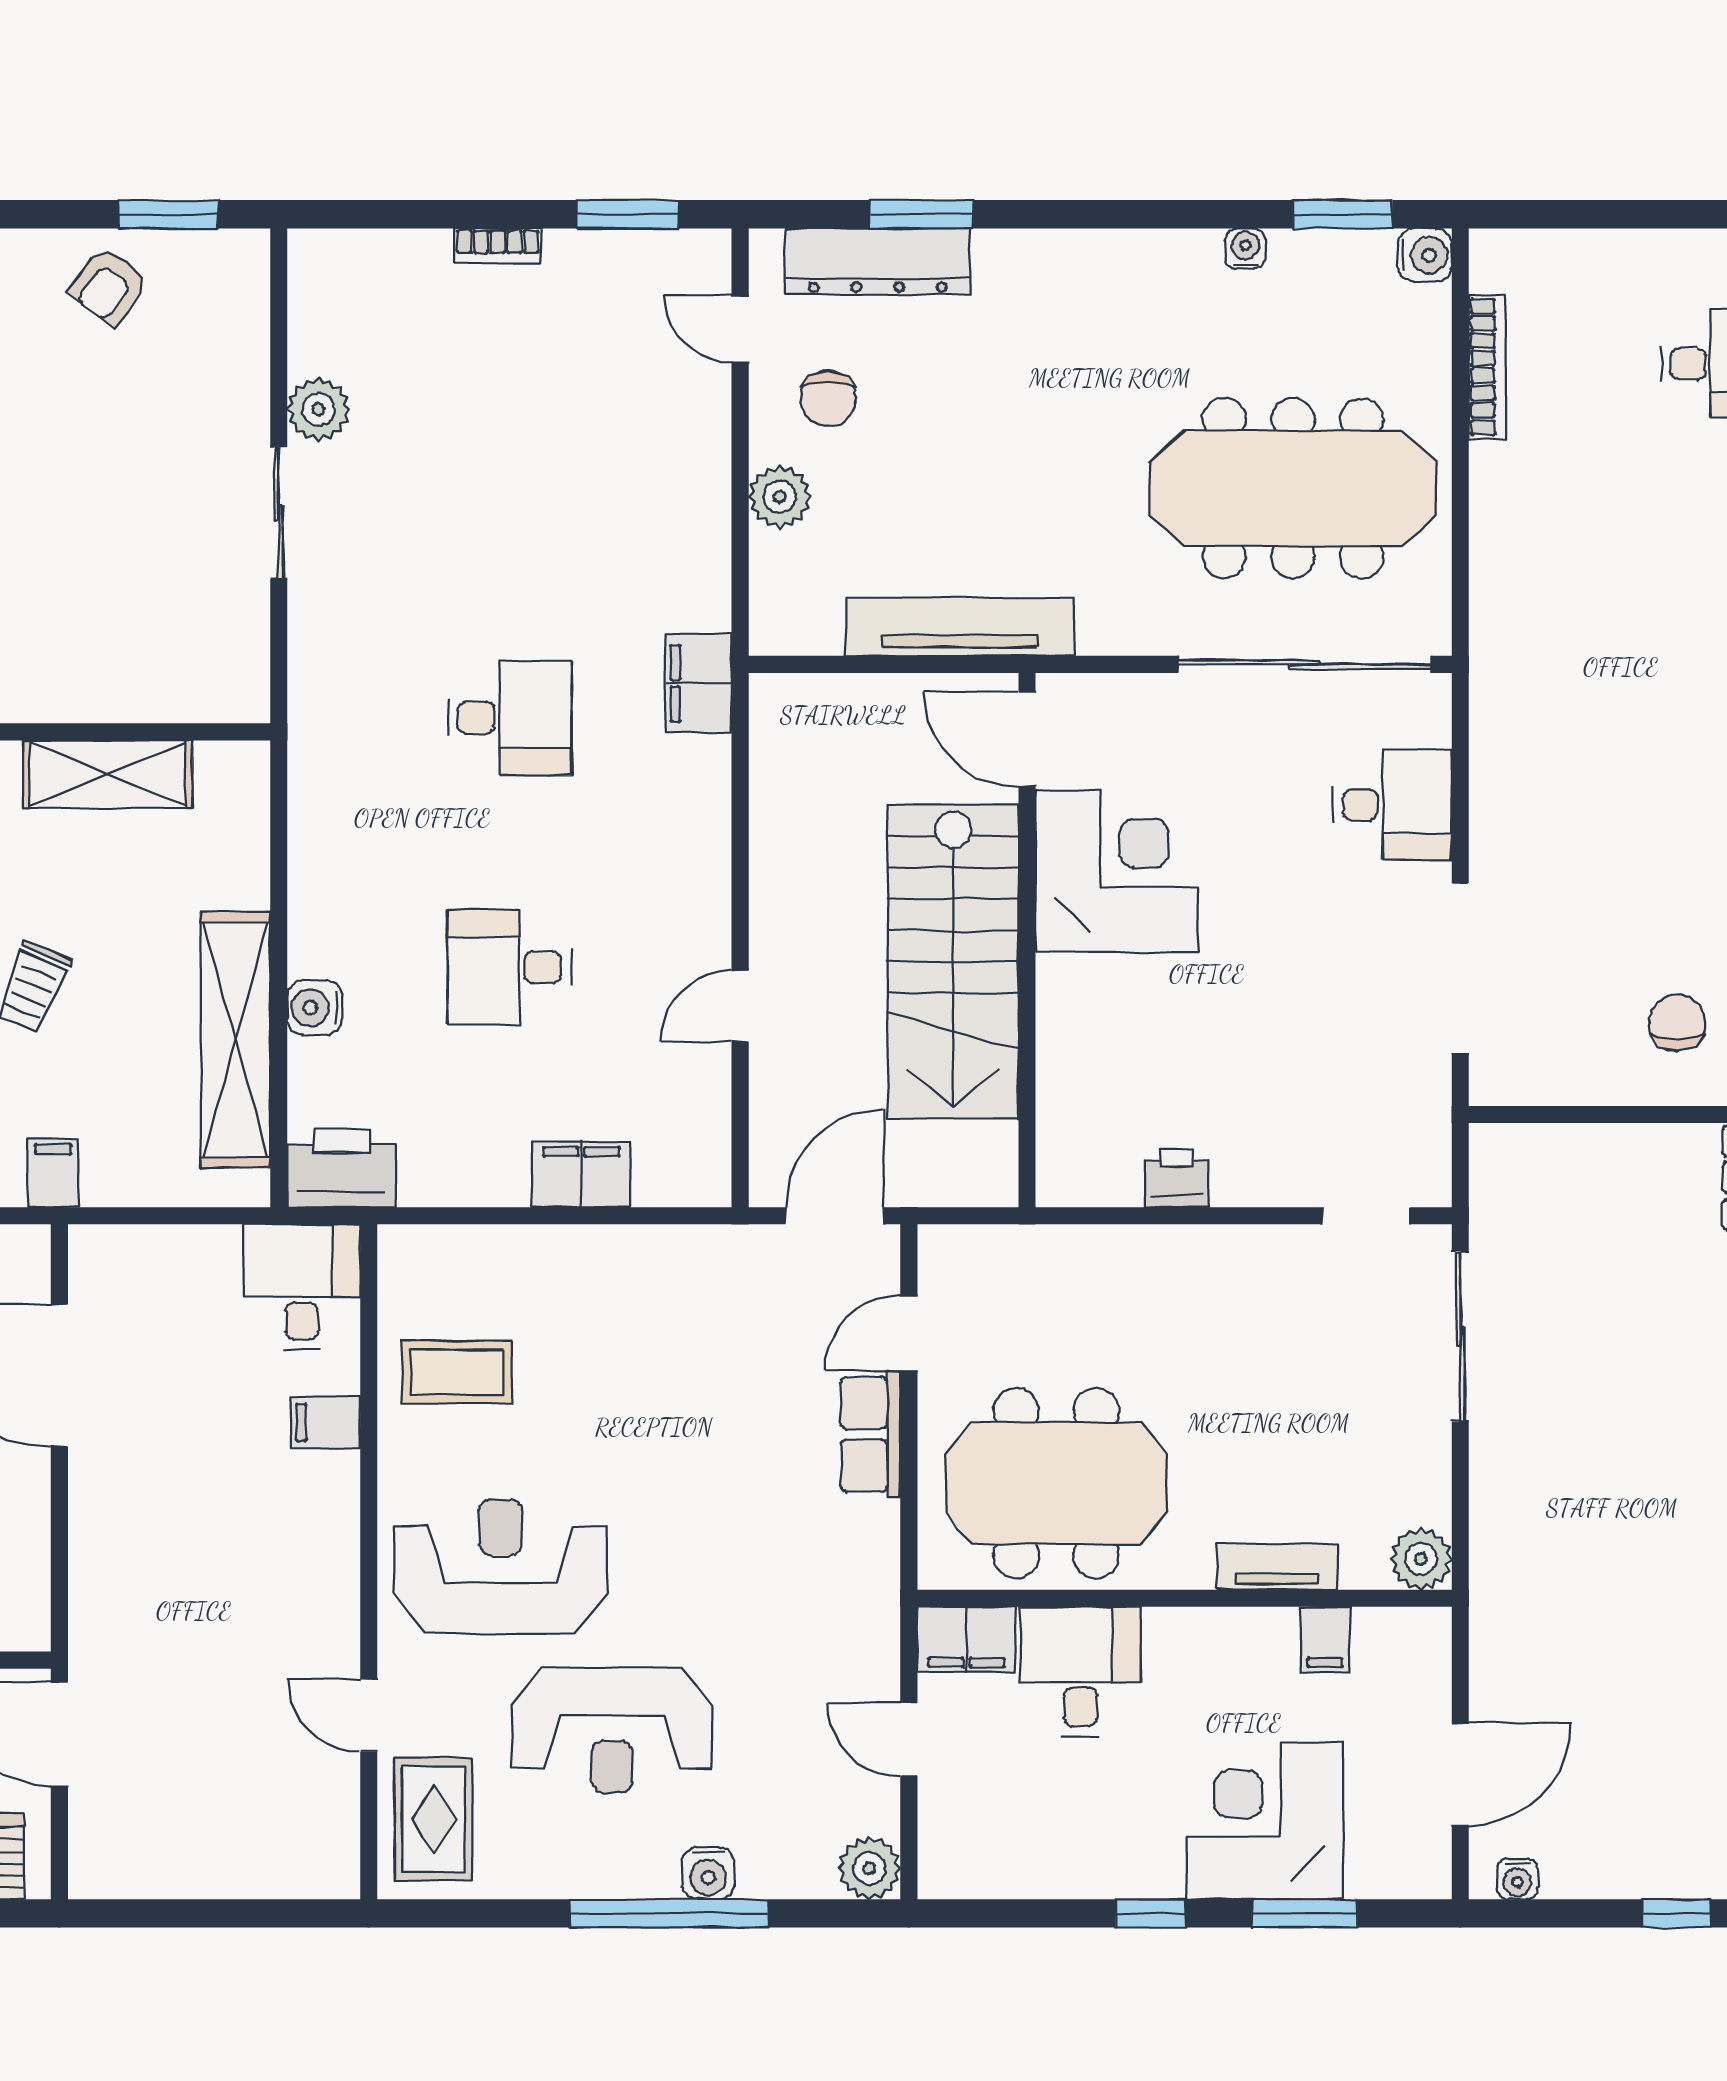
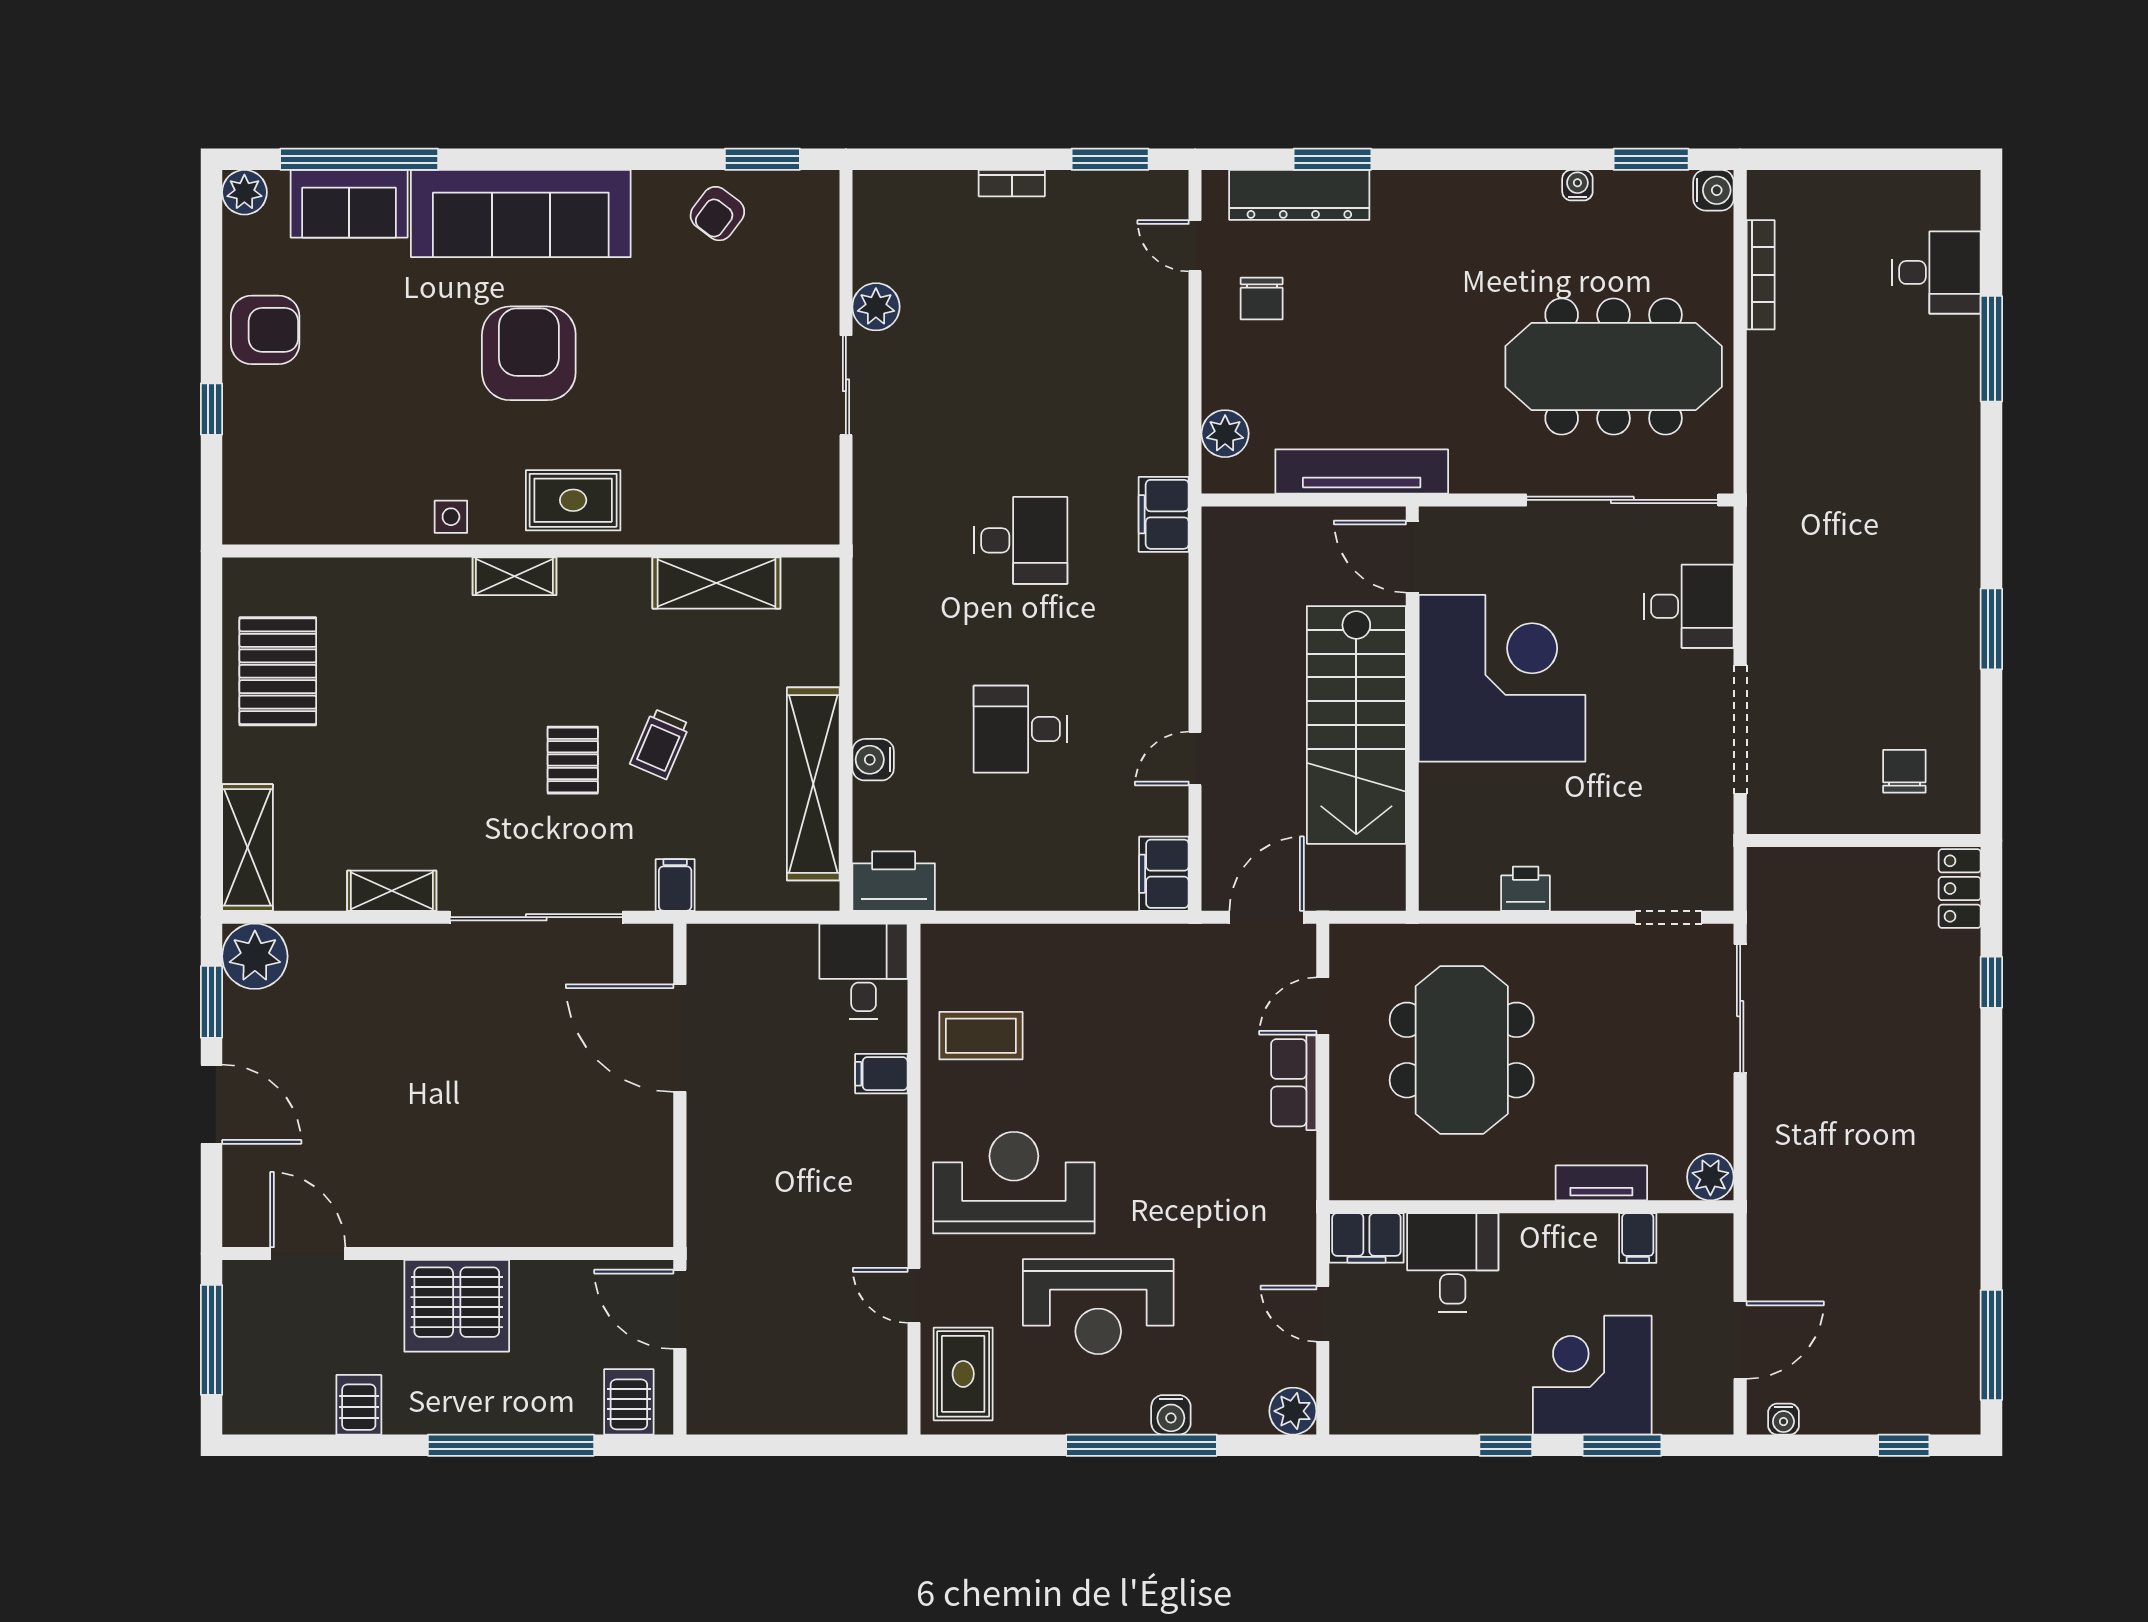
plant: (780, 497) -> (1225, 434), moved
corner desk: (1116, 871) -> (1502, 678), width x1.36, depth x1.36
filing cabinet: (581, 1175) -> (1164, 874), moved, turned -90
meeting table: (1056, 1483) -> (1462, 1050), moved, turned 90

